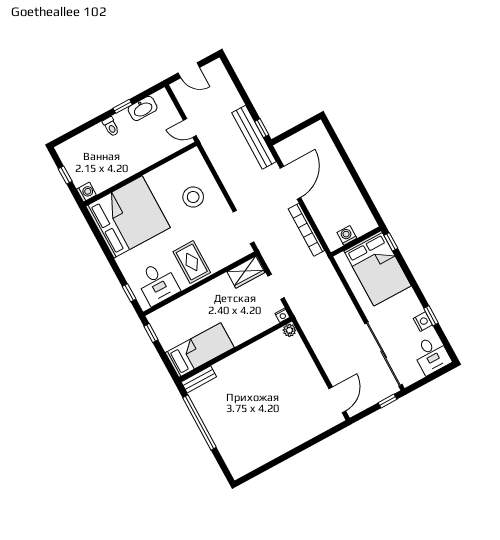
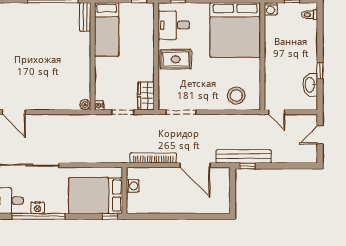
toilet: (111, 127) -> (310, 15), moved
door: (190, 128) -> (277, 112), swing flipped
stool: (193, 197) -> (236, 95), moved
window: (431, 316) -> (39, 216), width x3.17

